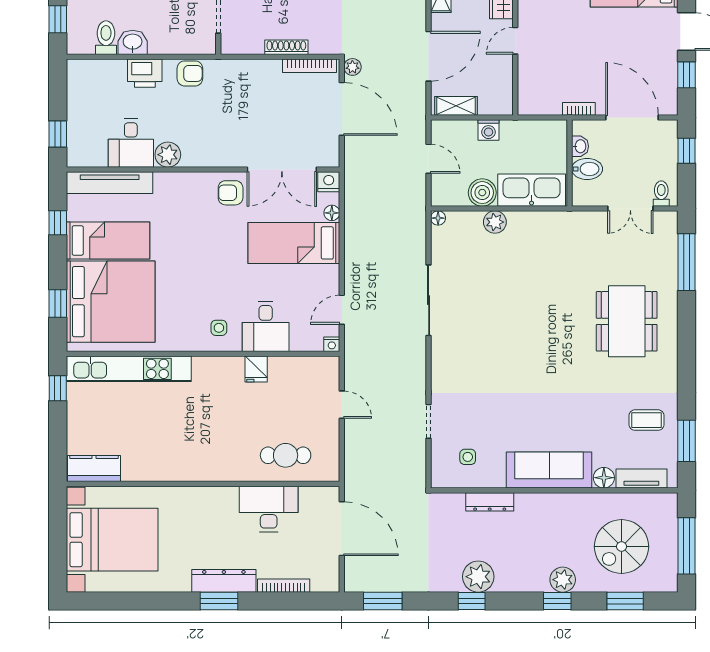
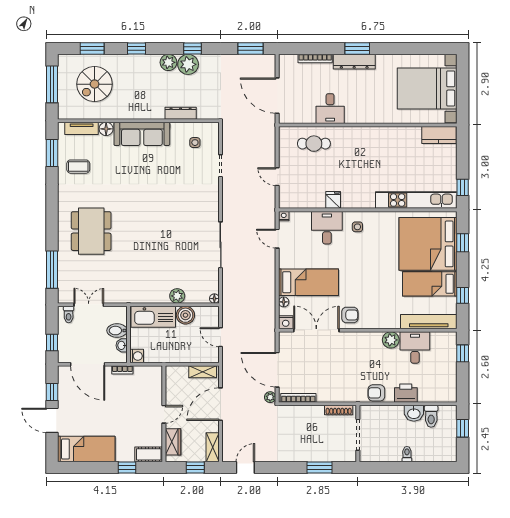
shoe rack: (286, 47) -> (339, 410), moved
washing machine: (488, 130) -> (137, 356), moved, turned 90
door: (342, 310) -> (277, 239), swing flipped
desk: (269, 509) -> (330, 109), width x0.73
spiral stairs: (622, 547) -> (95, 84), turned 180
plant: (563, 580) -> (168, 62), moved

